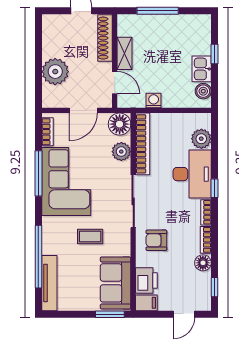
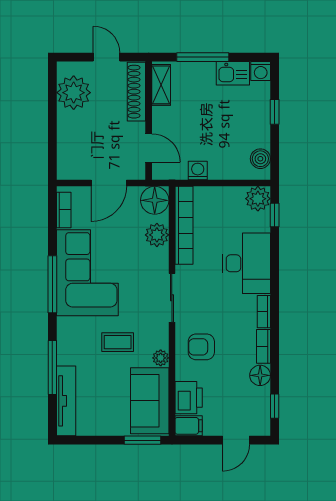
washing machine: (203, 22) -> (261, 71), added
shelving: (125, 53) -> (161, 85), moved
kitchen sink: (202, 69) -> (233, 73), moved, turned -90
plant: (55, 72) -> (74, 93), moved
plant: (201, 139) -> (258, 199), moved
window: (38, 173) -> (52, 284), moved
window: (214, 188) -> (275, 215), moved
sliding door: (133, 201) -> (172, 298), width x0.73
plant: (124, 249) -> (161, 358), added
window: (38, 257) -> (52, 367), width x0.68

